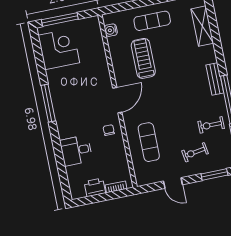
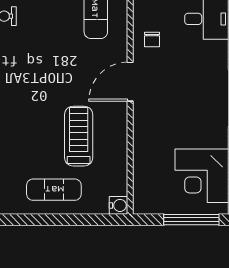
water cooler: (111, 30) -> (118, 205), moved
treadmill: (143, 58) -> (79, 136), turned 180

